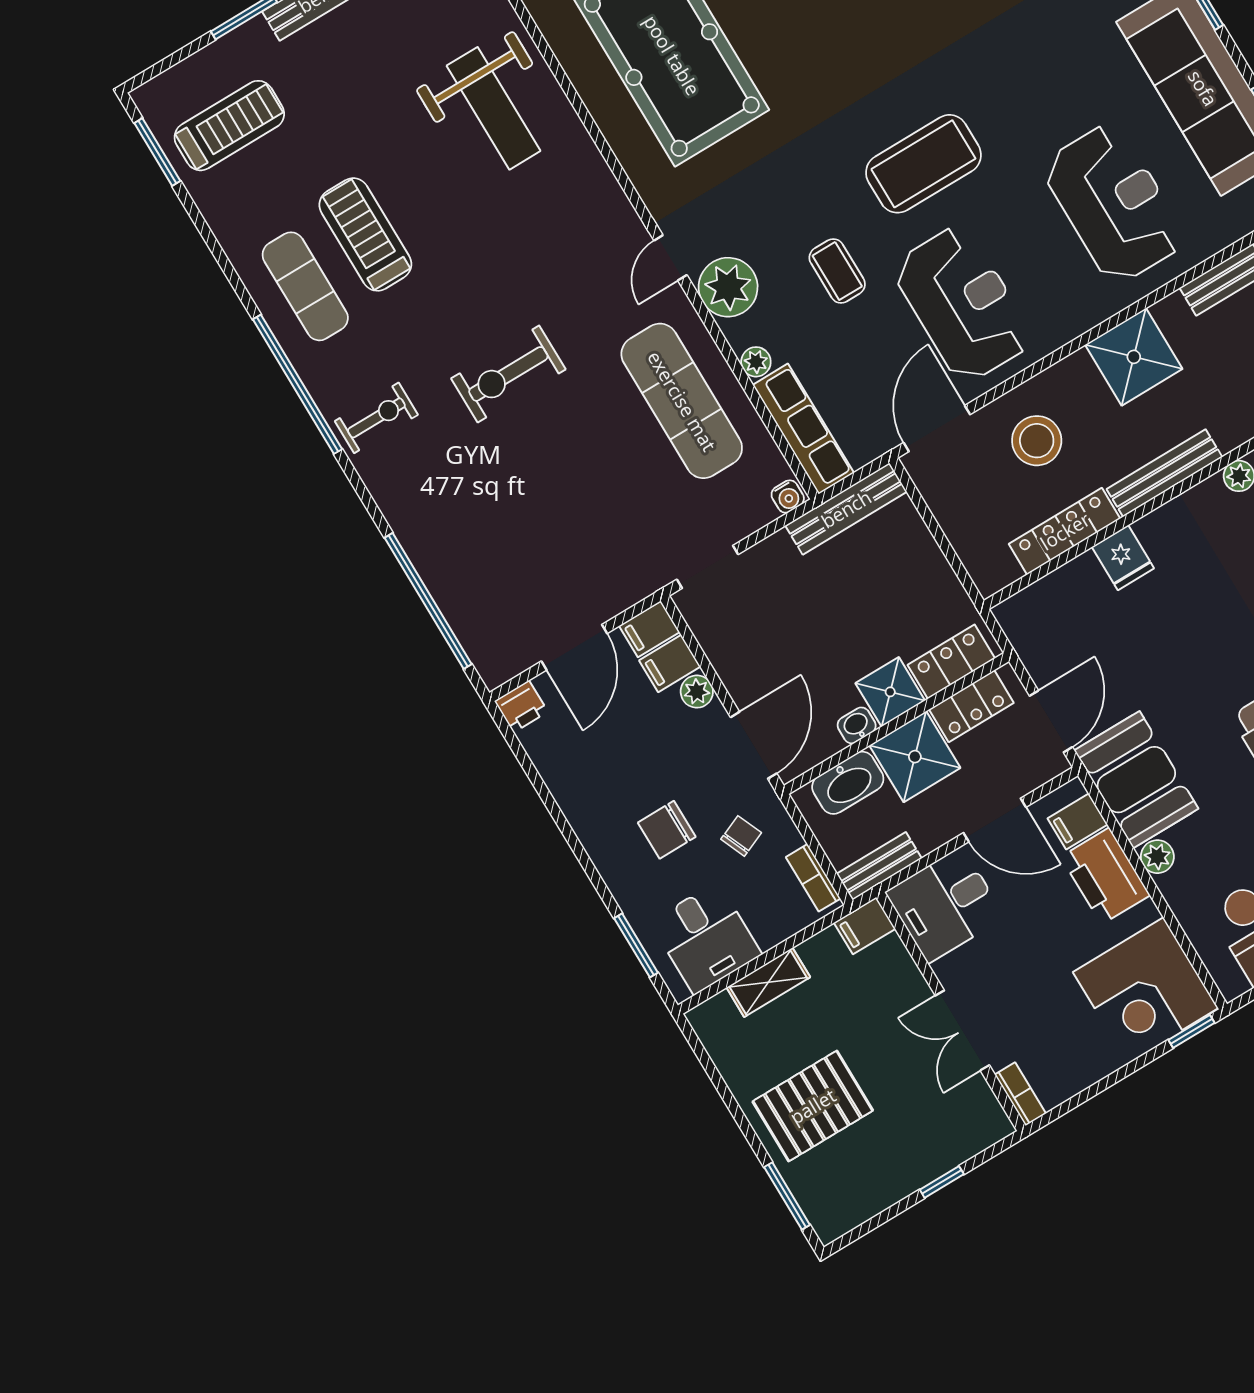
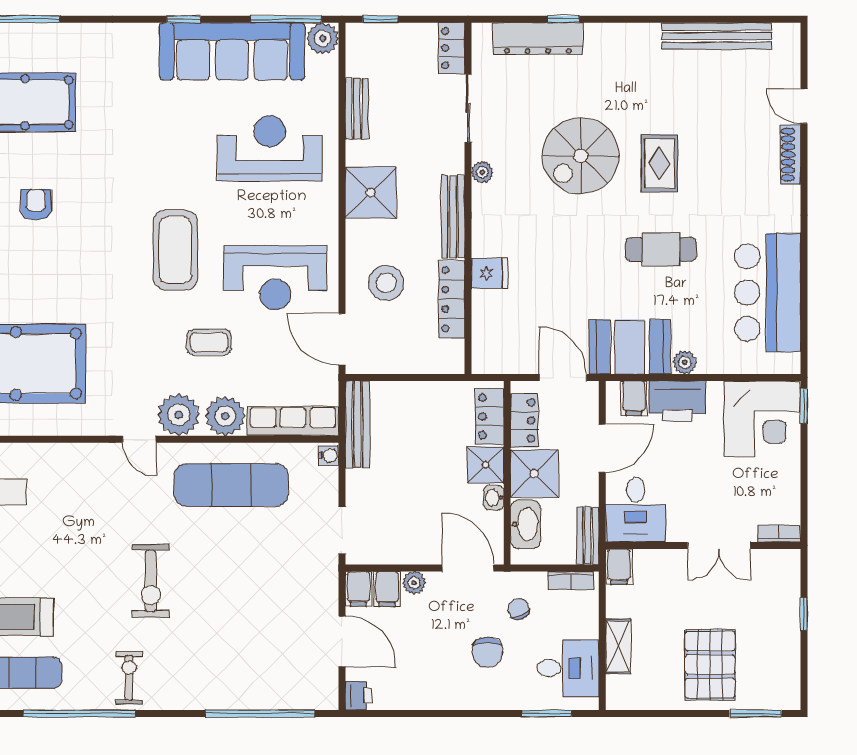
reception desk: (963, 304) -> (275, 278), turned 180
plant: (756, 362) -> (225, 416), width x1.88, depth x1.88

